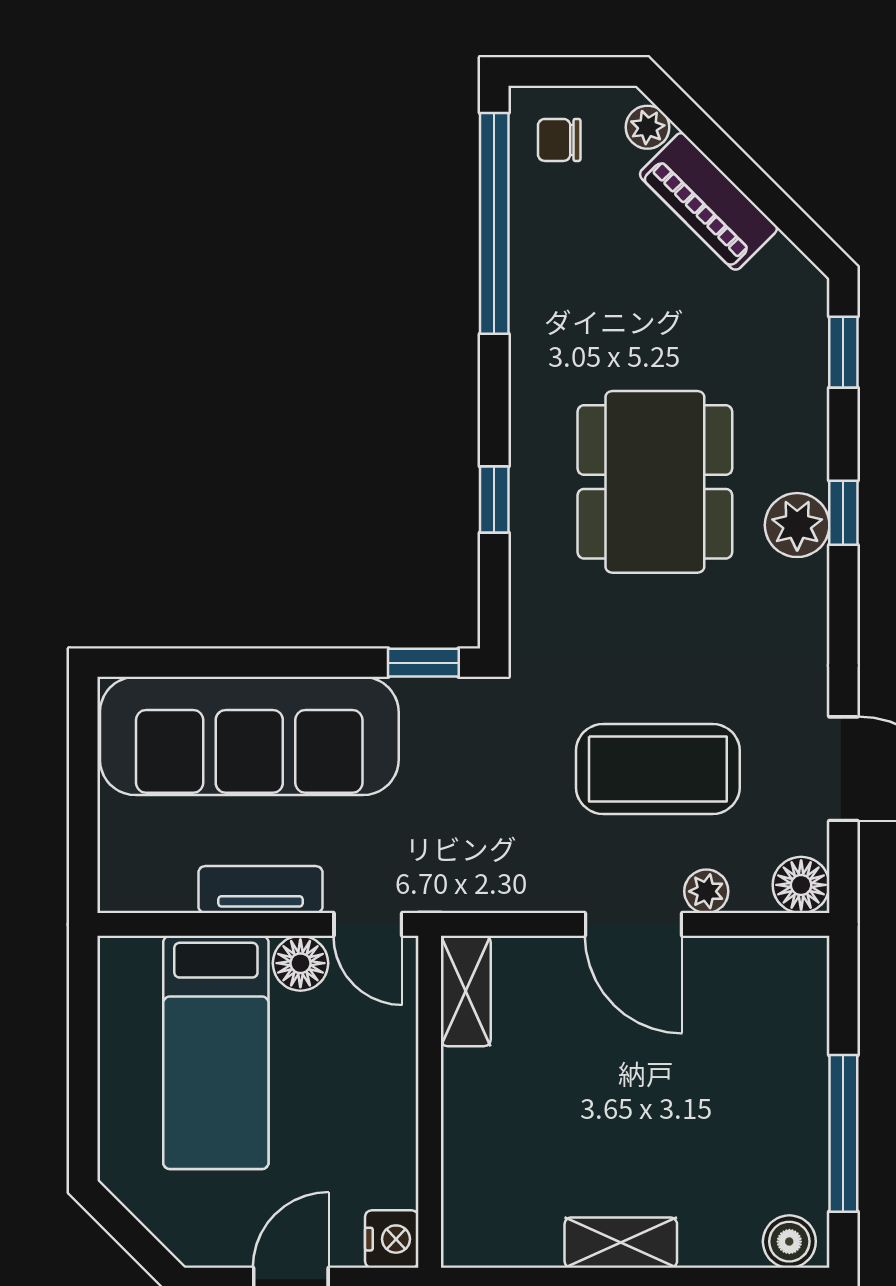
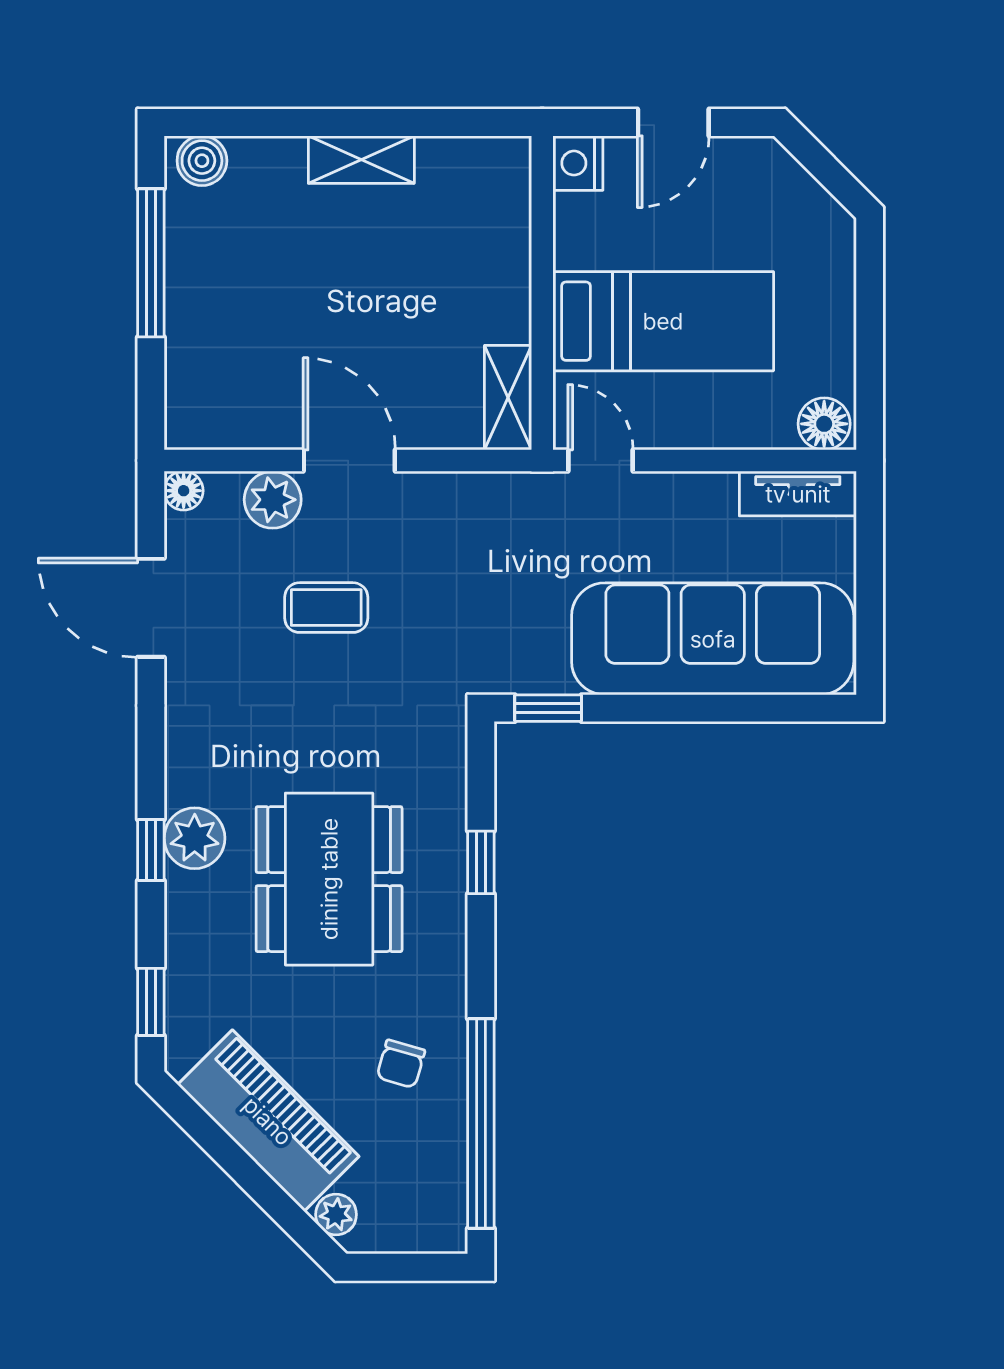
chair: (559, 140) -> (401, 1064), moved, turned 106
piano: (708, 201) -> (268, 1121), width x1.37, depth x1.33
coffee table: (658, 769) -> (326, 608), width x0.54, depth x0.58
floor lamp: (801, 885) -> (184, 491), width x0.73, depth x0.73
tv unit: (261, 890) -> (798, 494), moved
plant: (706, 891) -> (273, 500), width x1.38, depth x1.38
floor lamp: (300, 963) -> (824, 424), moved
bed: (216, 1052) -> (663, 321), moved, turned 90

